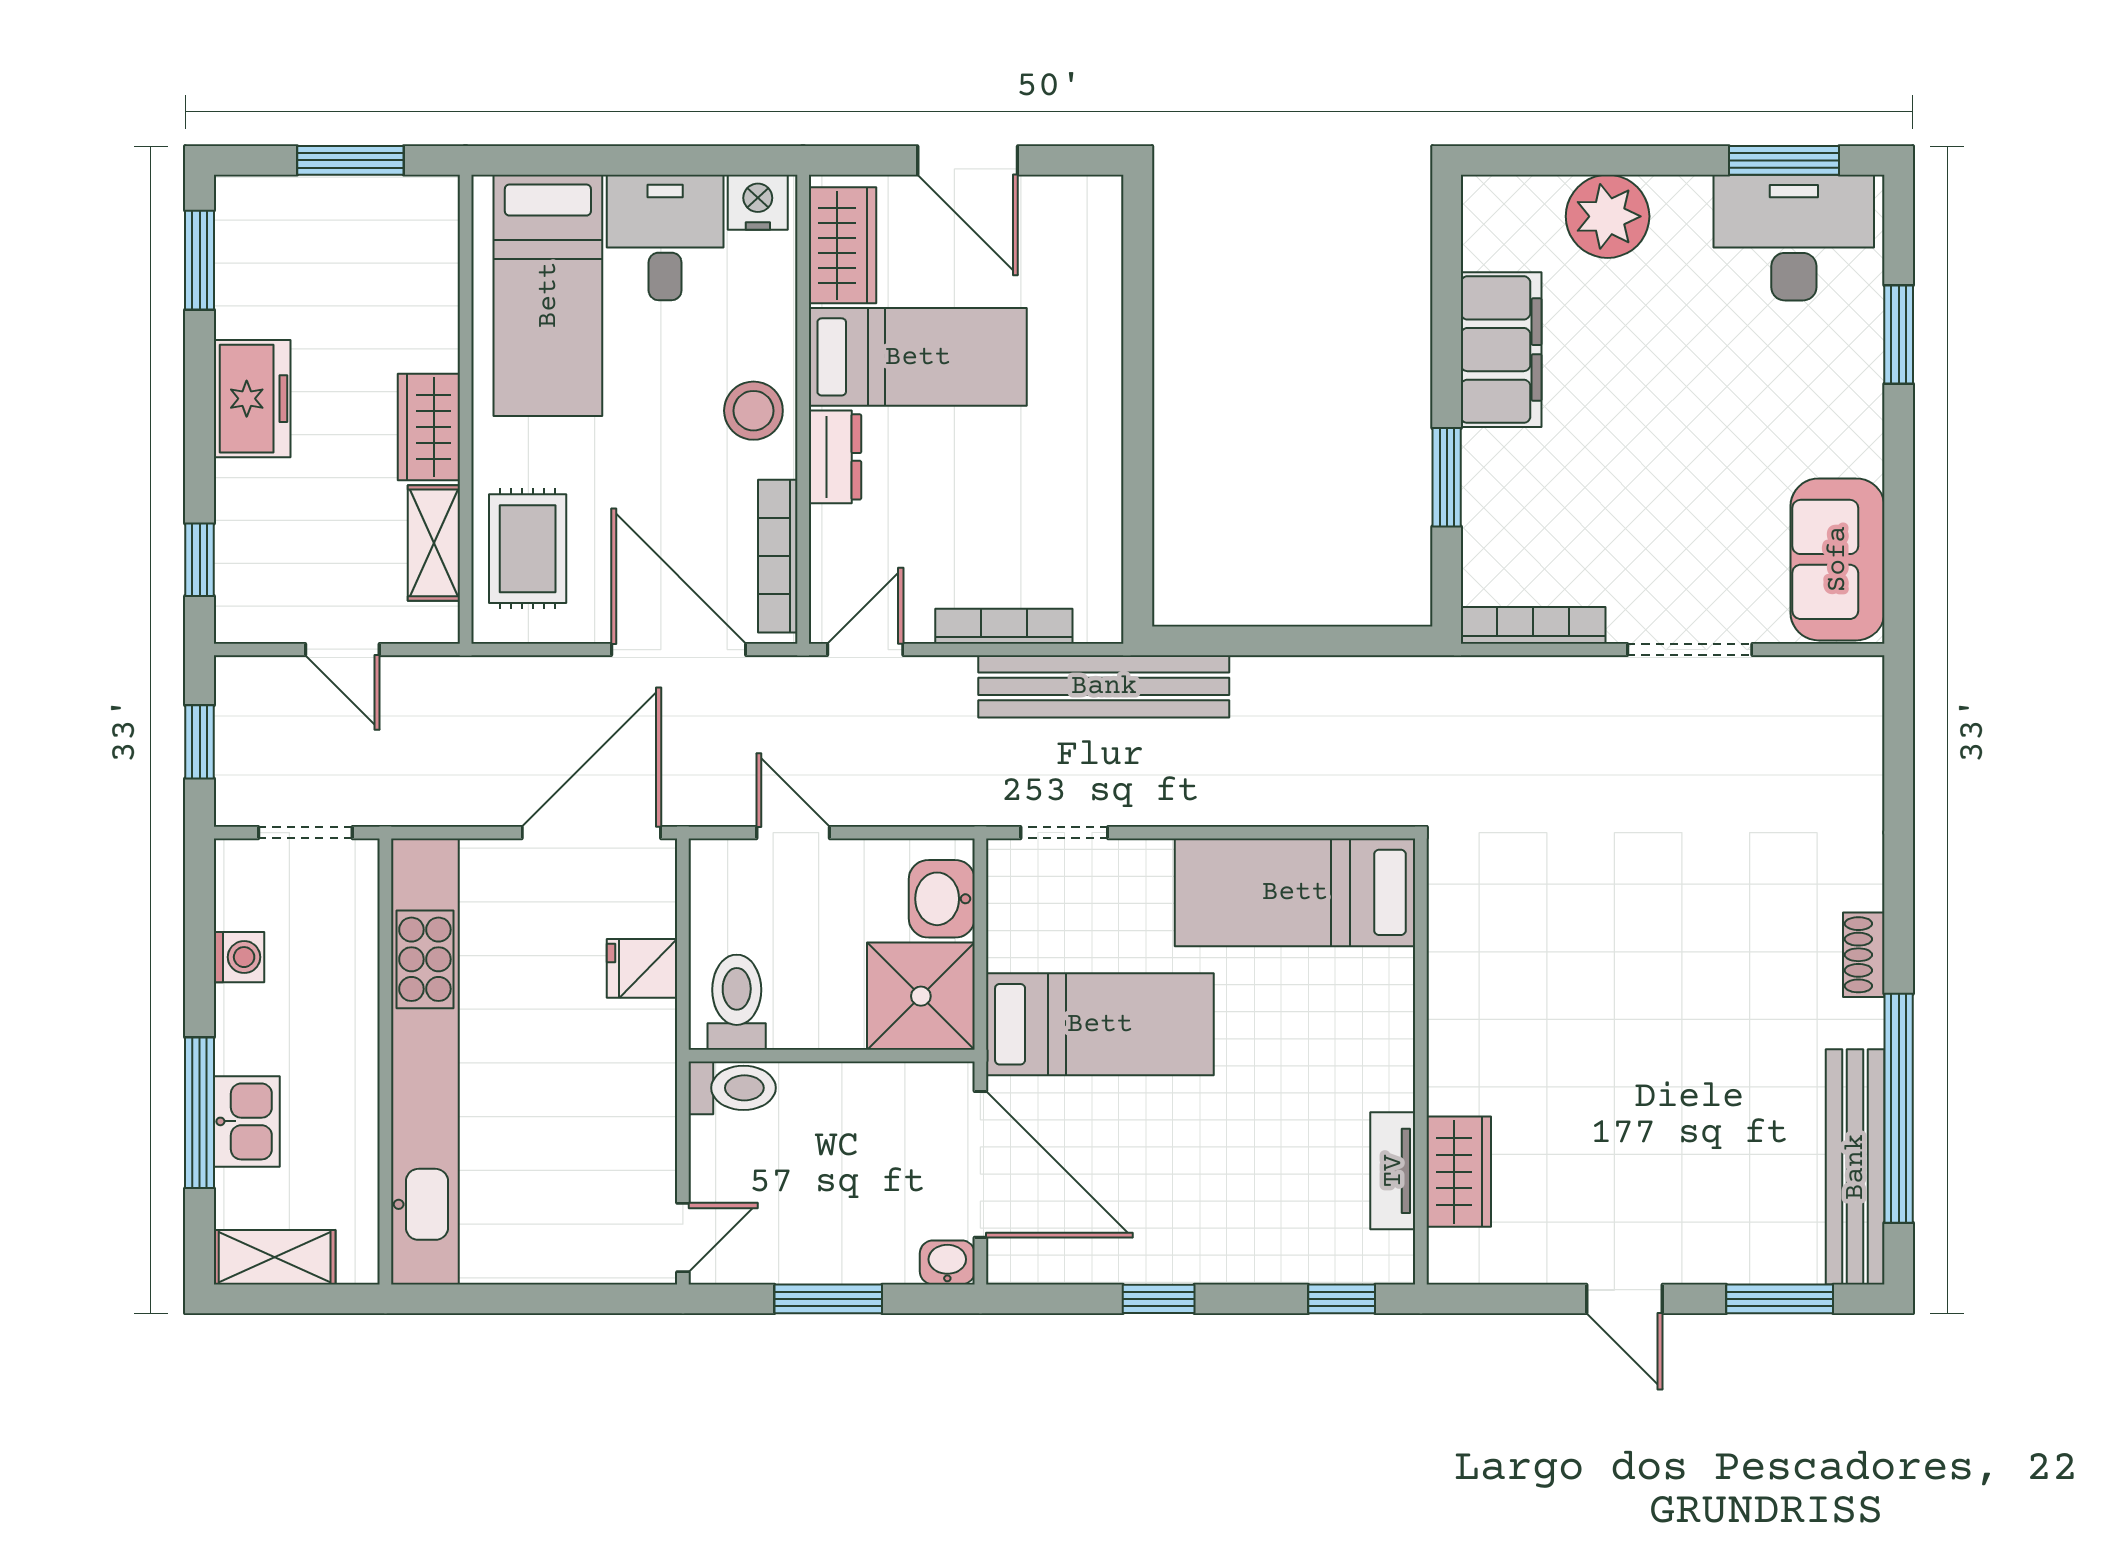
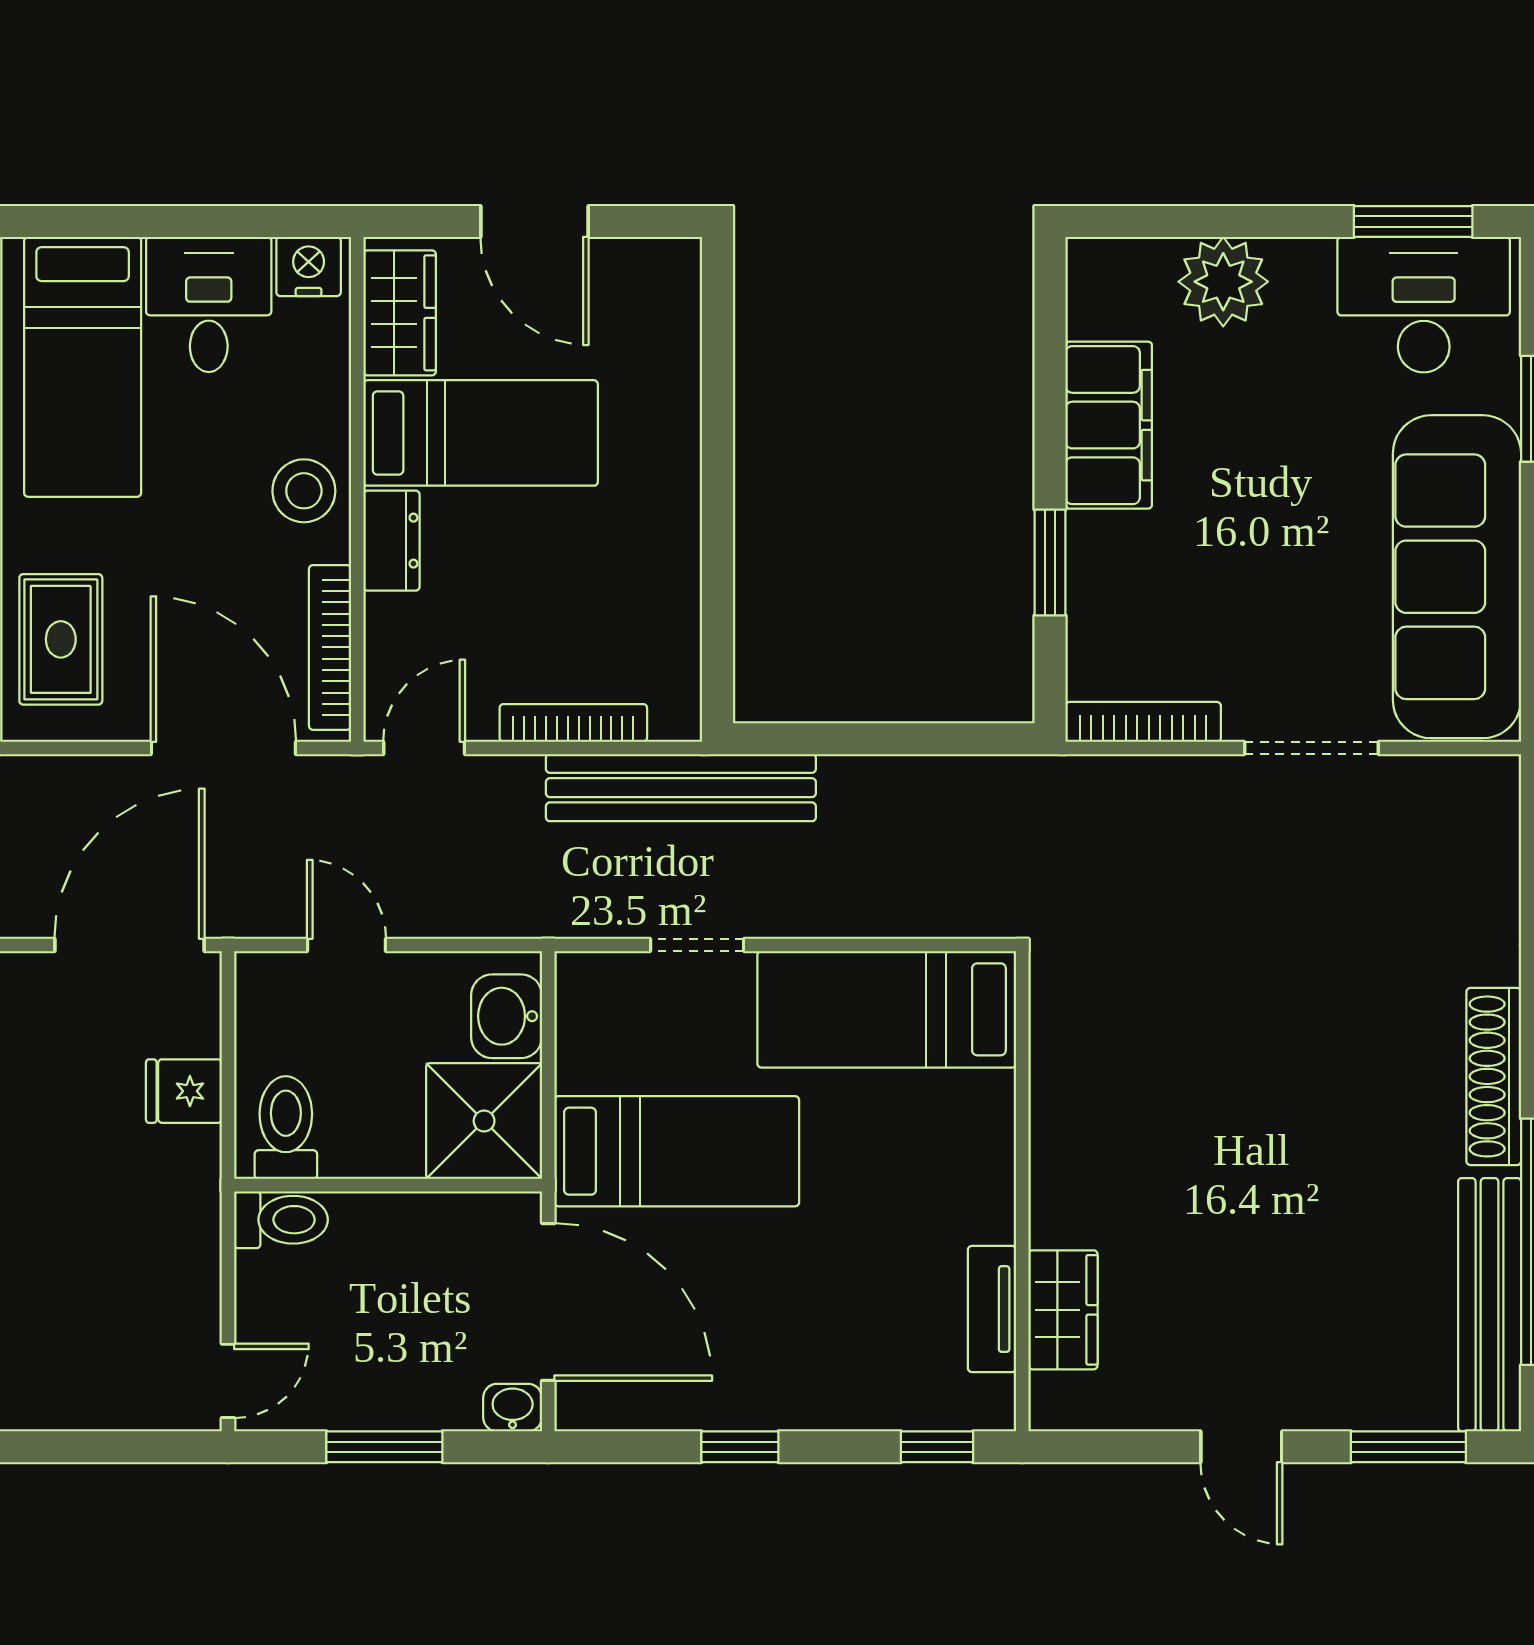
sofa: (1837, 559) -> (1457, 577), width x1.85, depth x1.27
doorway: (1064, 833) -> (697, 945), moved
shoe rack: (1864, 955) -> (1494, 1076), width x1.94, depth x1.24

